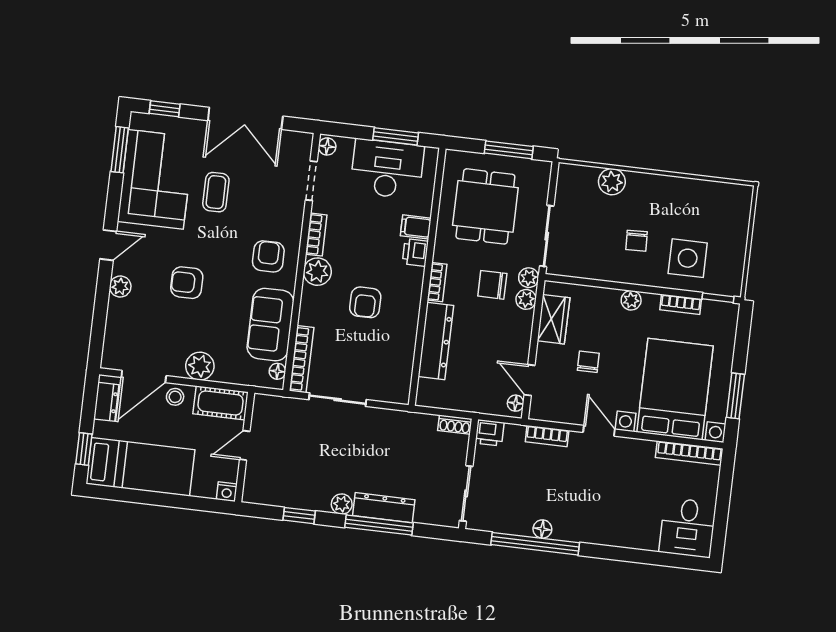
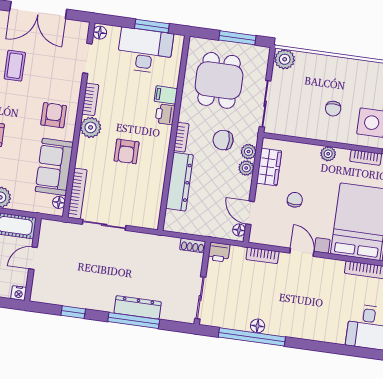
plant: (612, 182) -> (285, 59), moved
plant: (529, 278) -> (246, 168), moved
plant: (342, 504) -> (106, 304), removed

